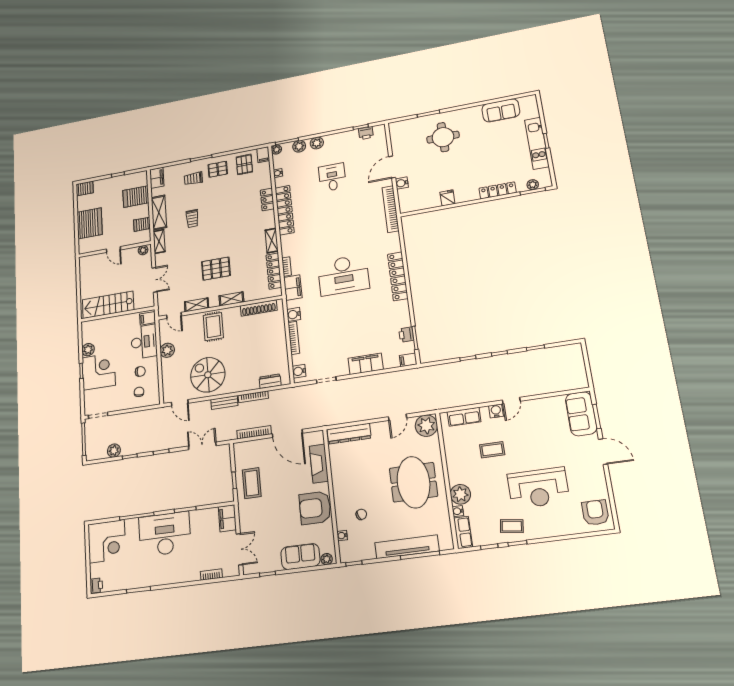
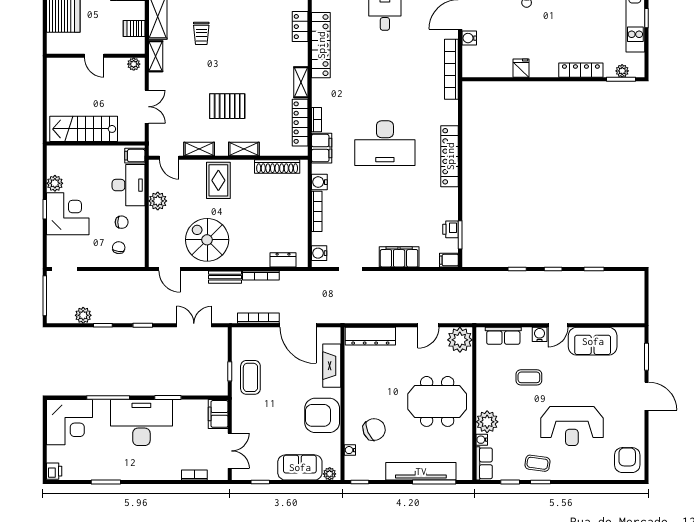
sofa: (581, 414) -> (593, 341), moved, turned -90
meeting table: (413, 482) -> (437, 401), turned 90
chair: (361, 514) -> (374, 429), width x1.87, depth x1.87

